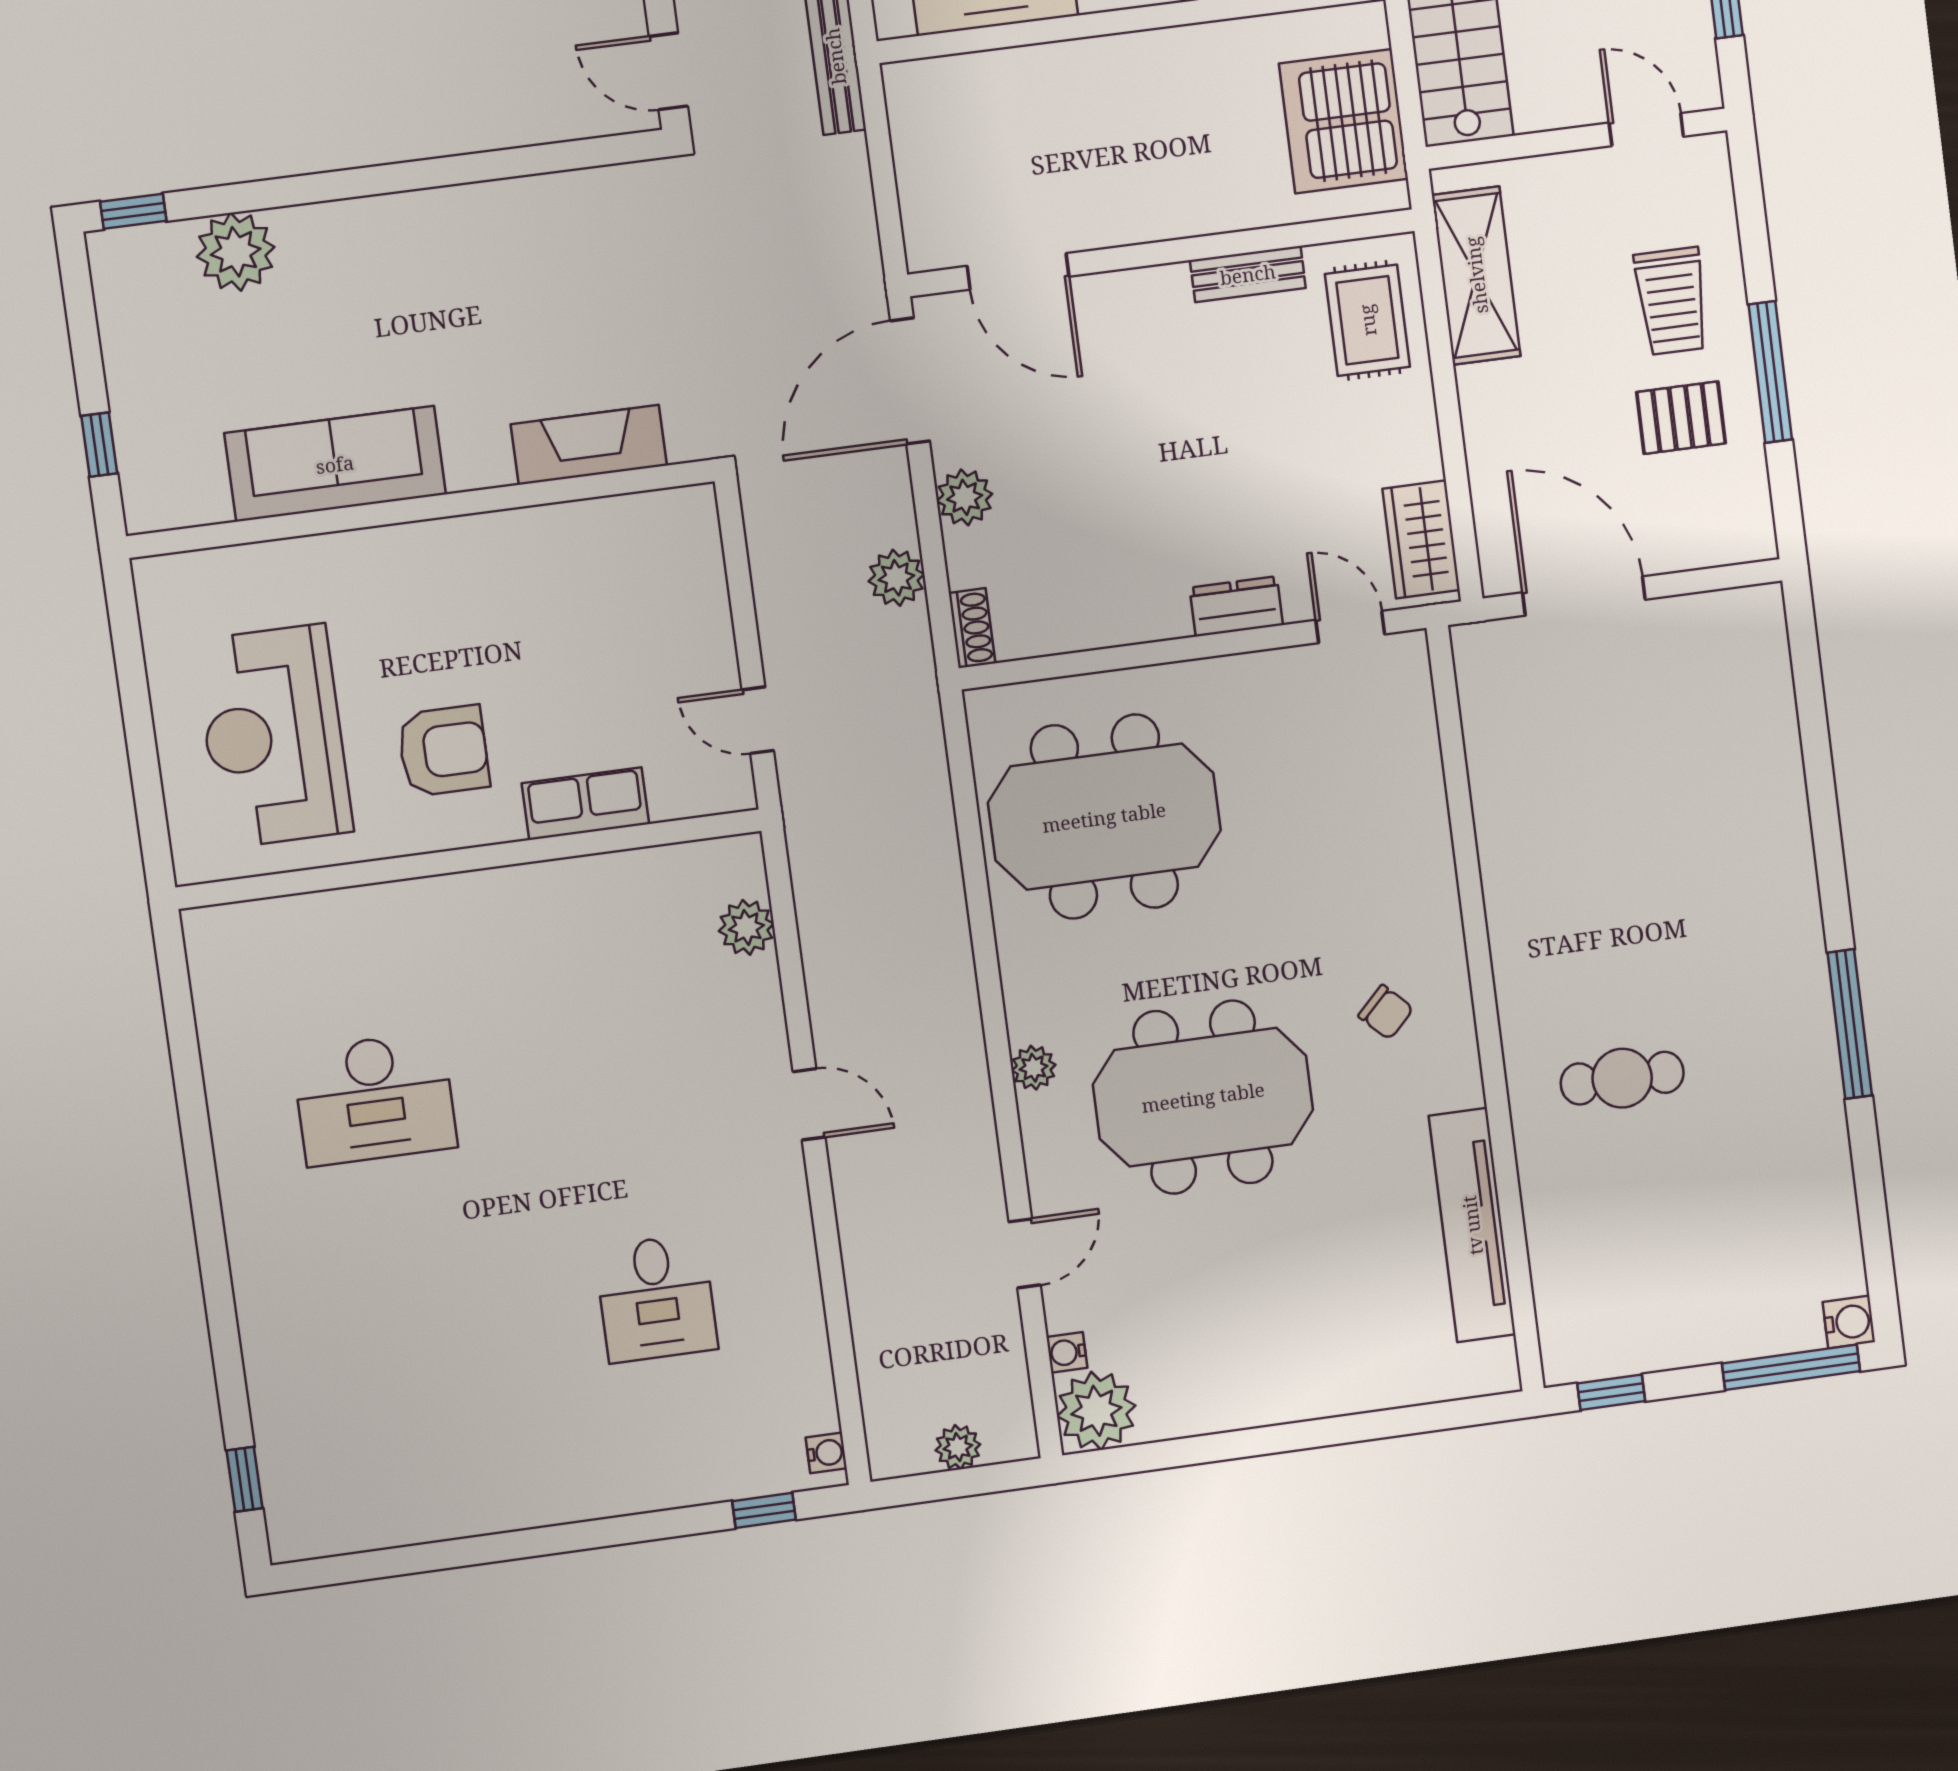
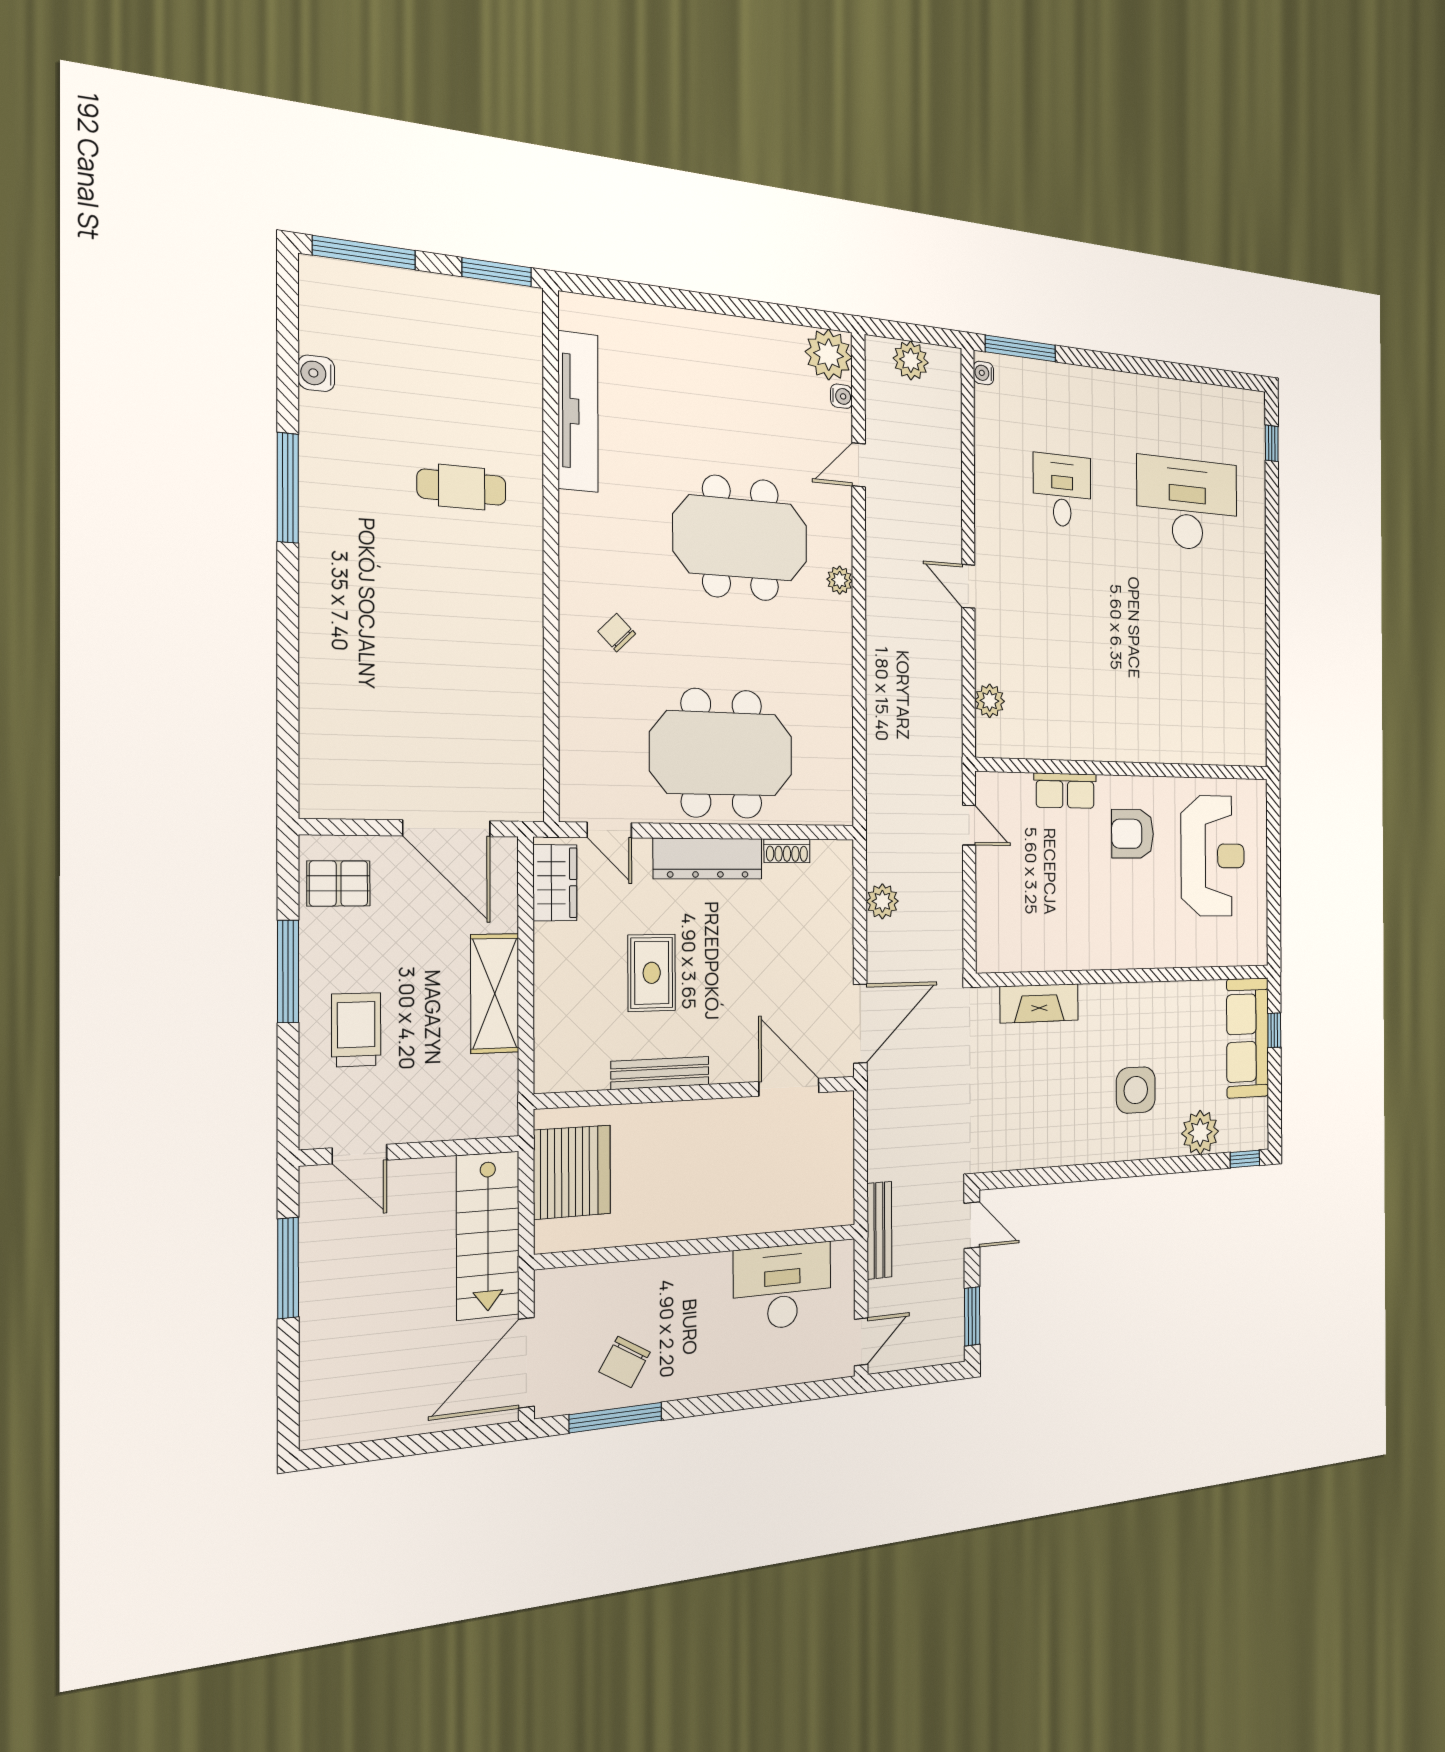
bench: (1248, 274) -> (660, 1073), width x1.36
shelving: (1476, 275) -> (495, 993), moved
side table: (379, 316) -> (1136, 1090), added
rug: (1367, 320) -> (652, 973), moved
pallet: (1681, 418) -> (339, 883), moved
sofa: (335, 464) -> (1248, 1038), moved, turned 90
plant: (965, 497) -> (837, 947), removed
dresser: (1236, 606) -> (708, 859), width x1.96, depth x1.24
shoe rack: (972, 628) -> (787, 851), moved, turned -90
meeting table: (1104, 817) -> (722, 754), moved
chair: (1386, 1012) -> (617, 633), moved
desk: (375, 1099) -> (1187, 504), moved, width x1.36, depth x1.30
water cooler: (1849, 1322) -> (316, 373), moved
window: (1611, 1392) -> (497, 272), width x1.50
plant: (958, 1447) -> (911, 360), width x1.38, depth x1.38
window: (764, 1510) -> (1021, 348), width x2.17

